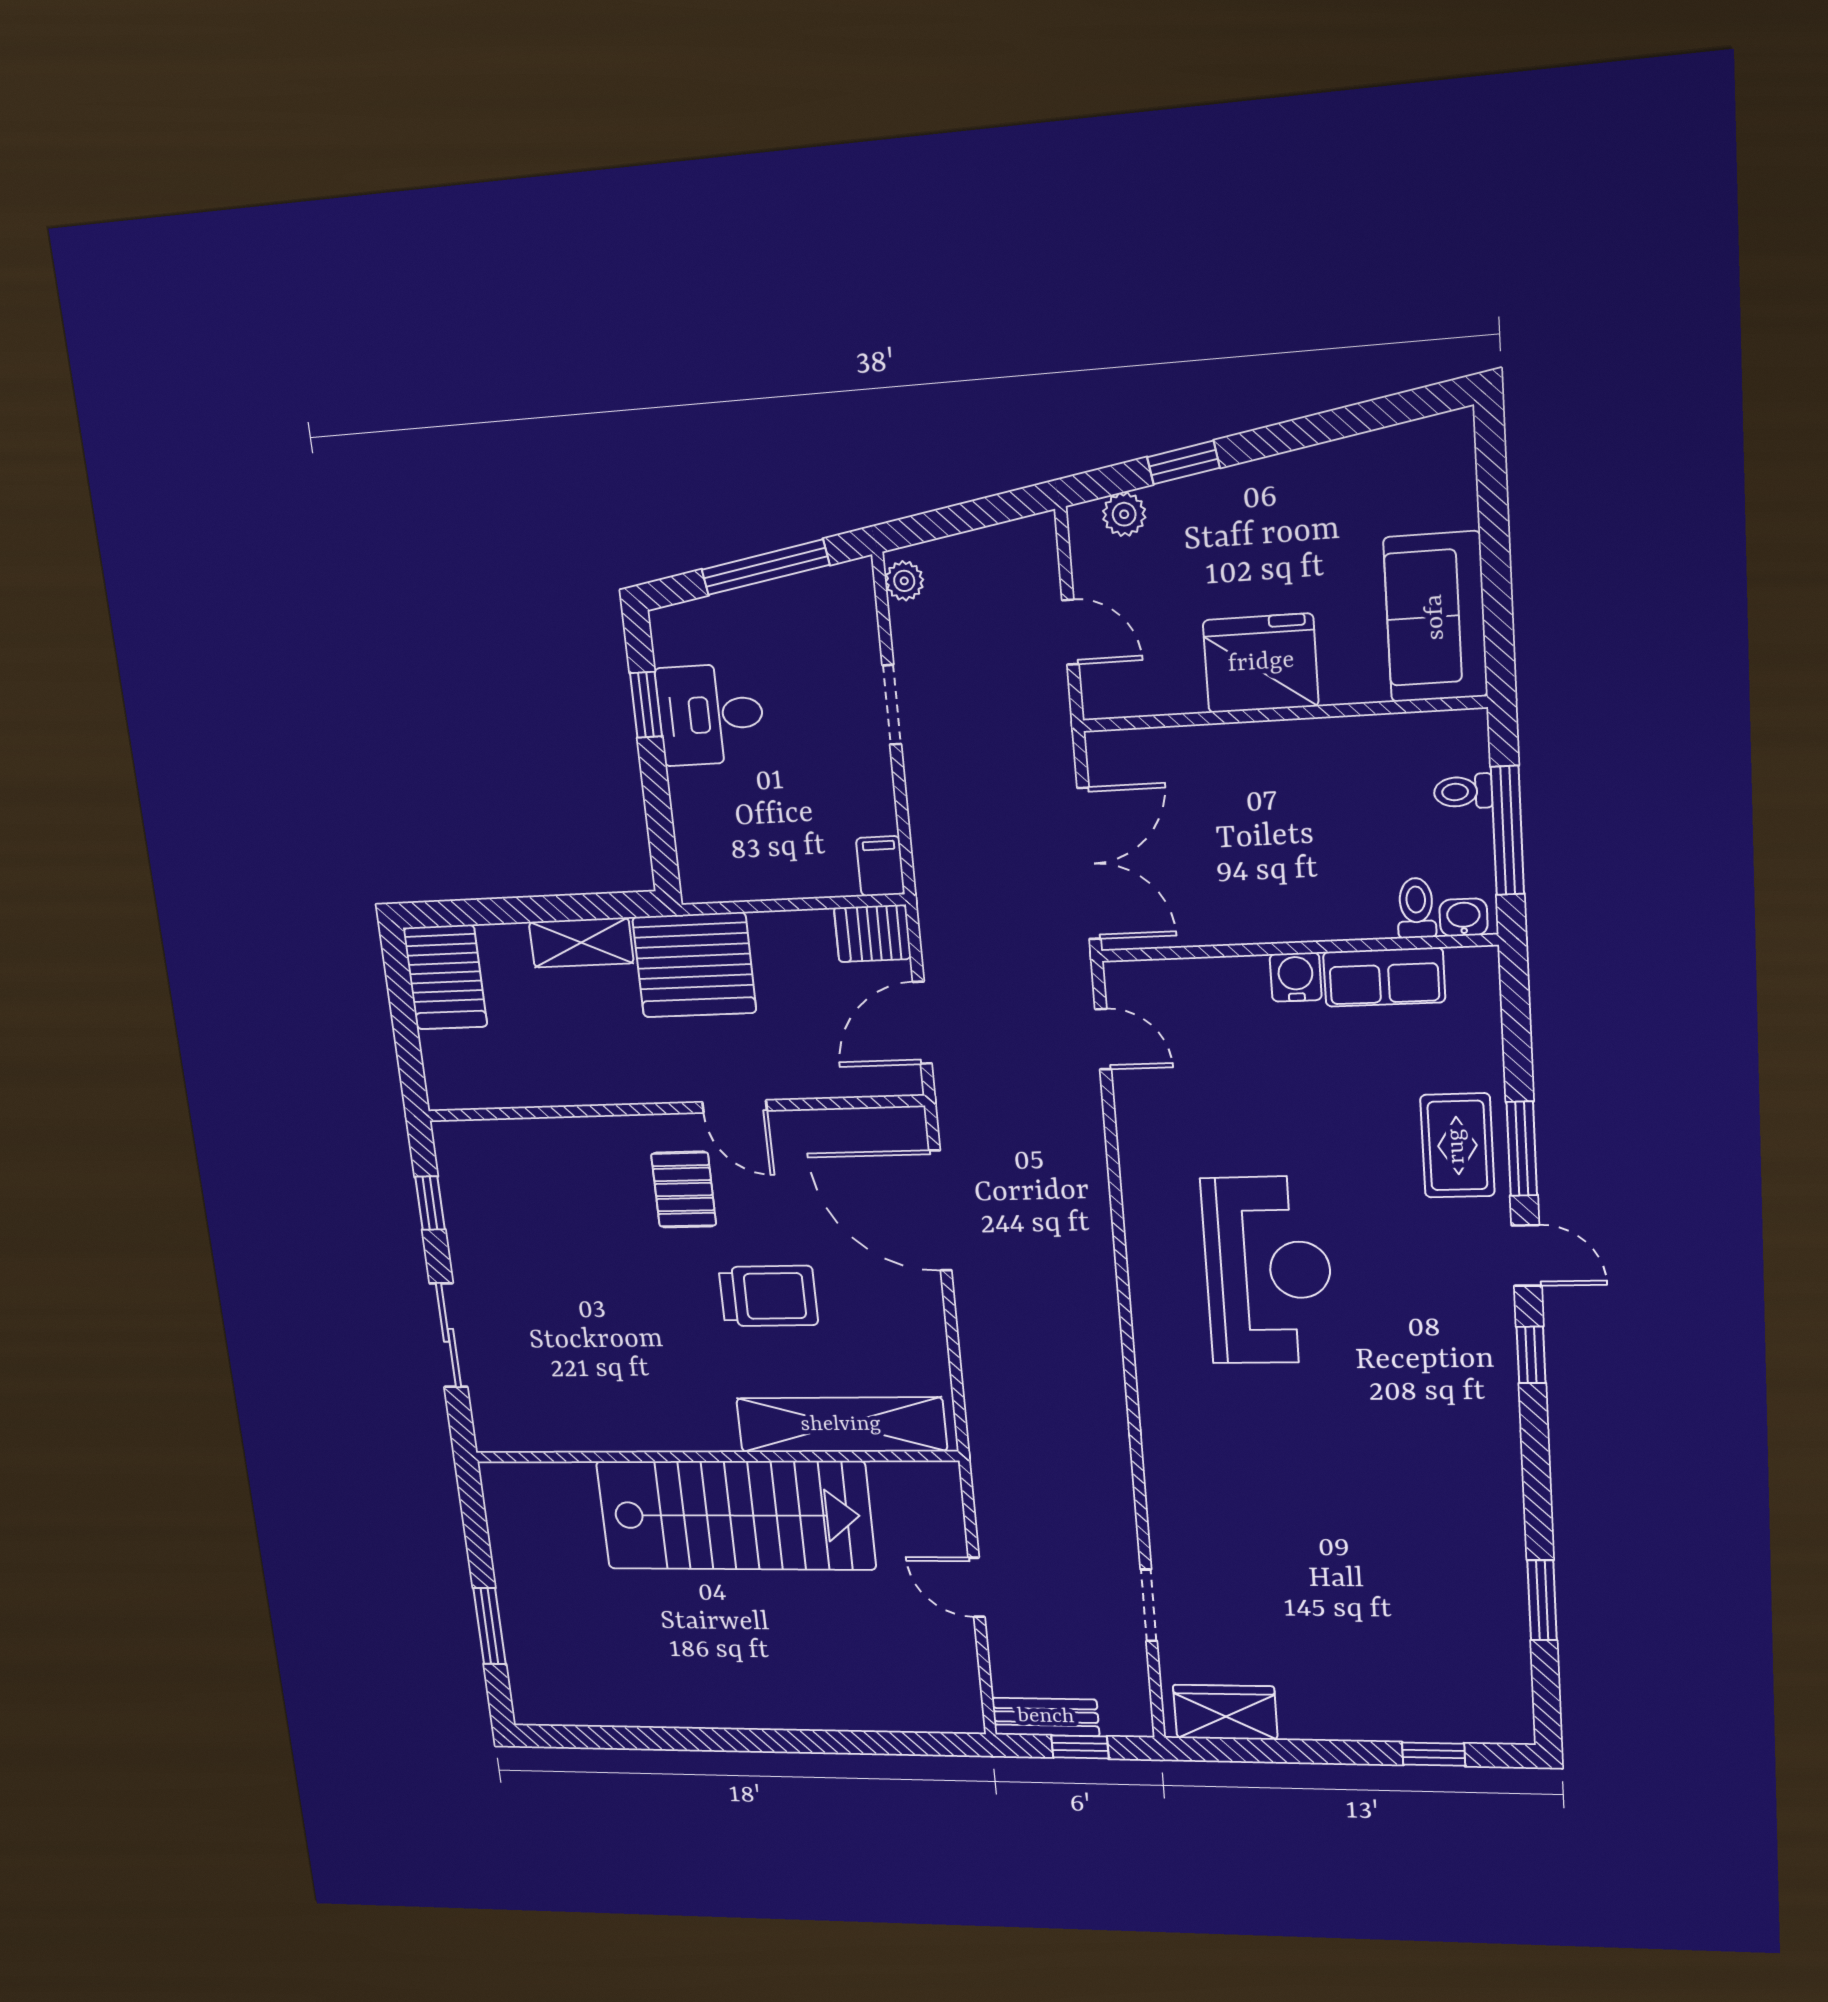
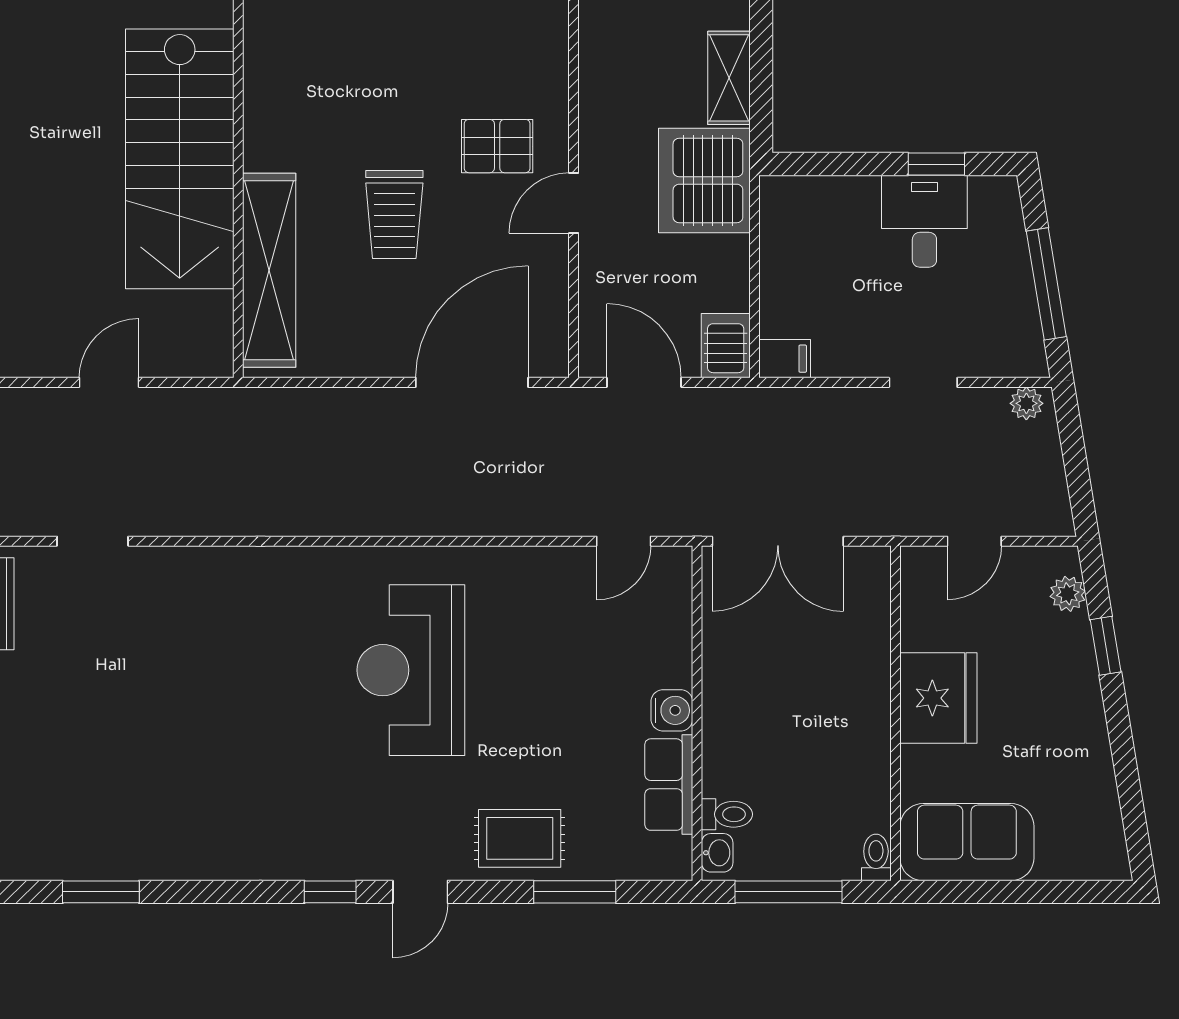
toilet: (1463, 792) -> (876, 857), moved
window: (1522, 1149) -> (575, 892), moved
reception desk: (1268, 1270) -> (411, 670), turned 90

